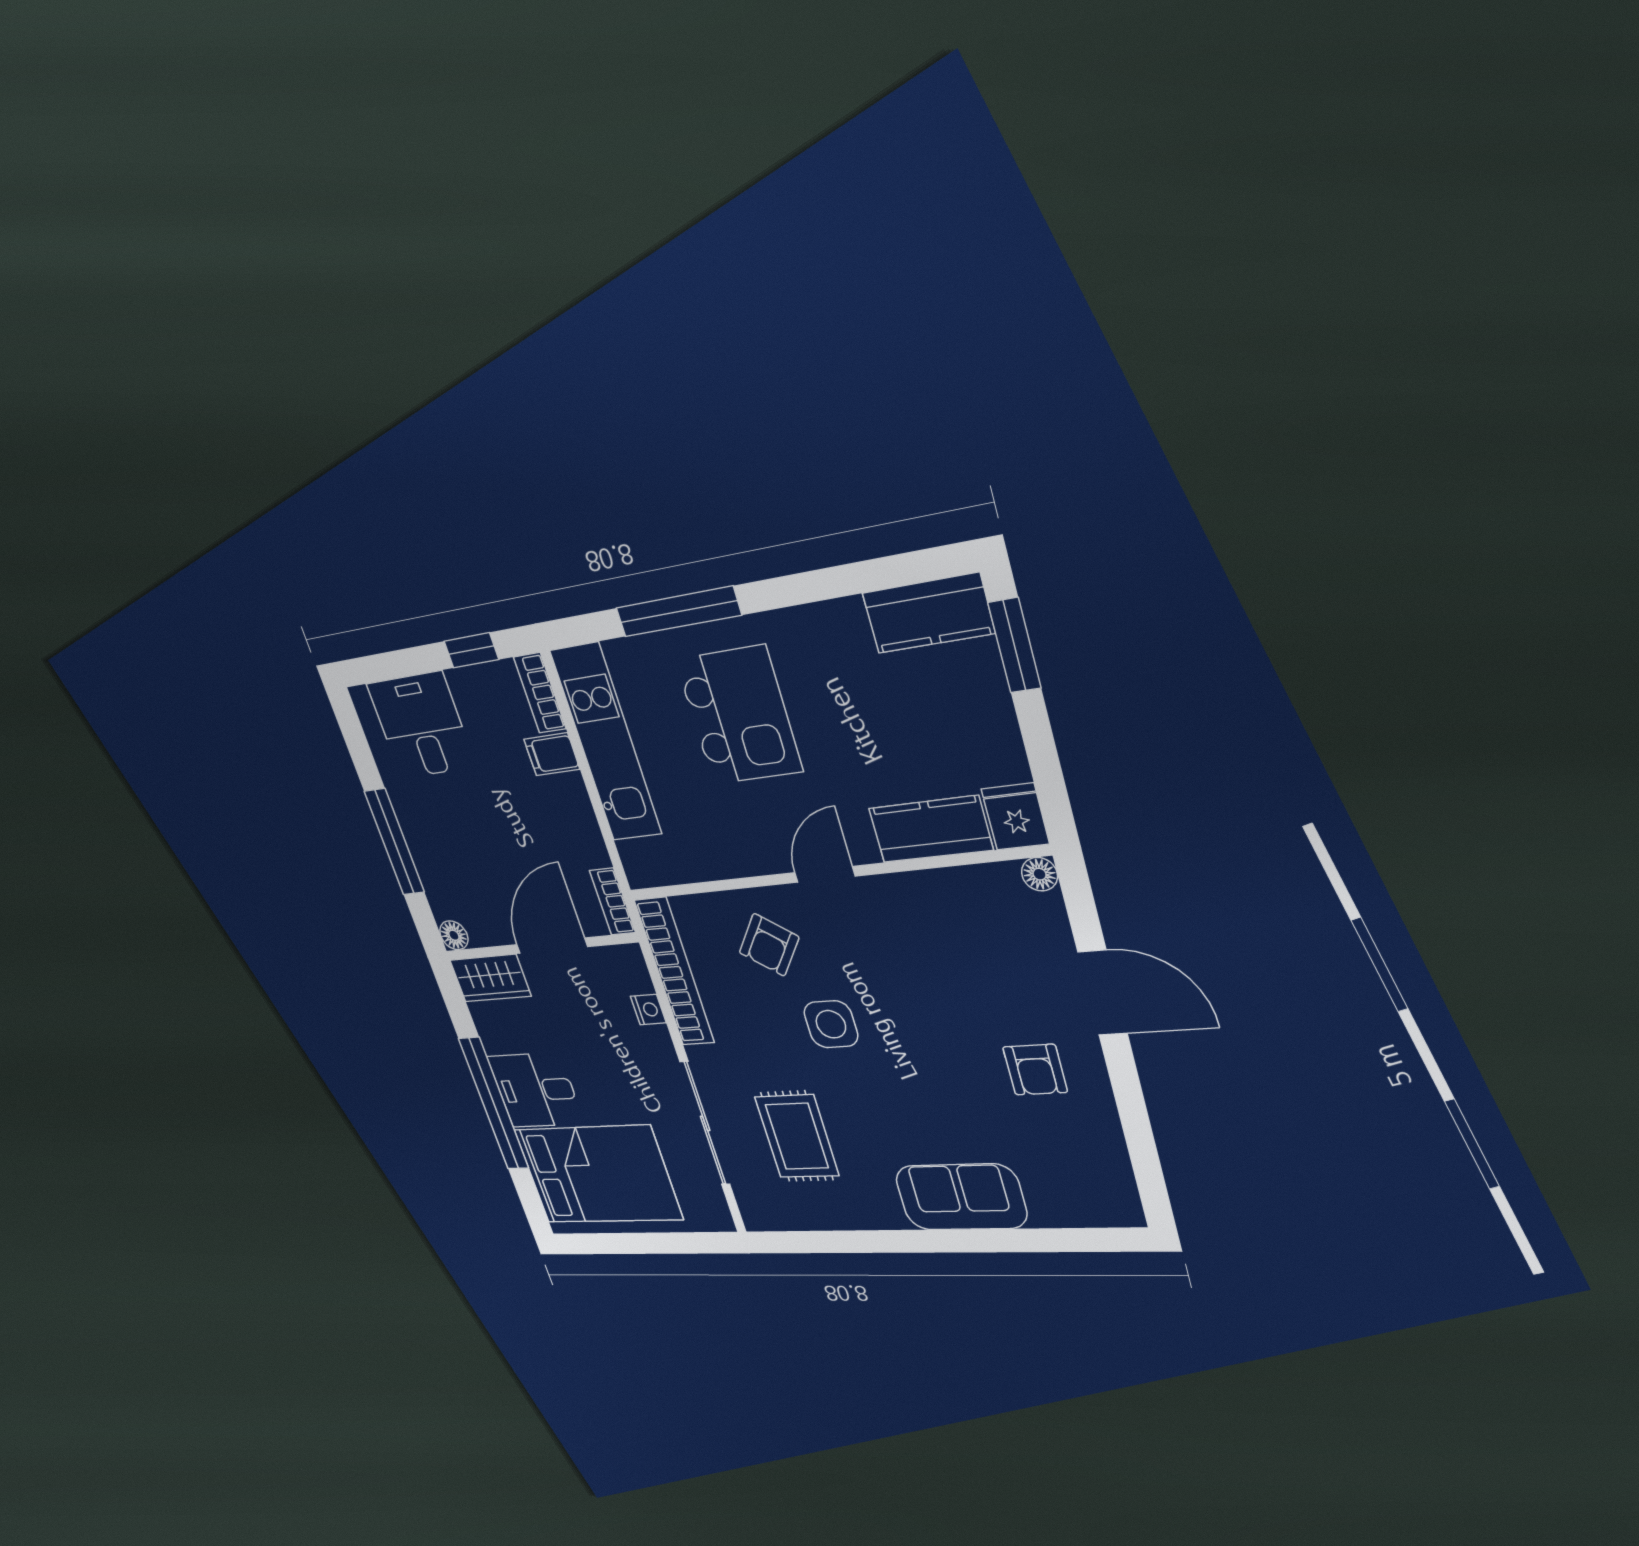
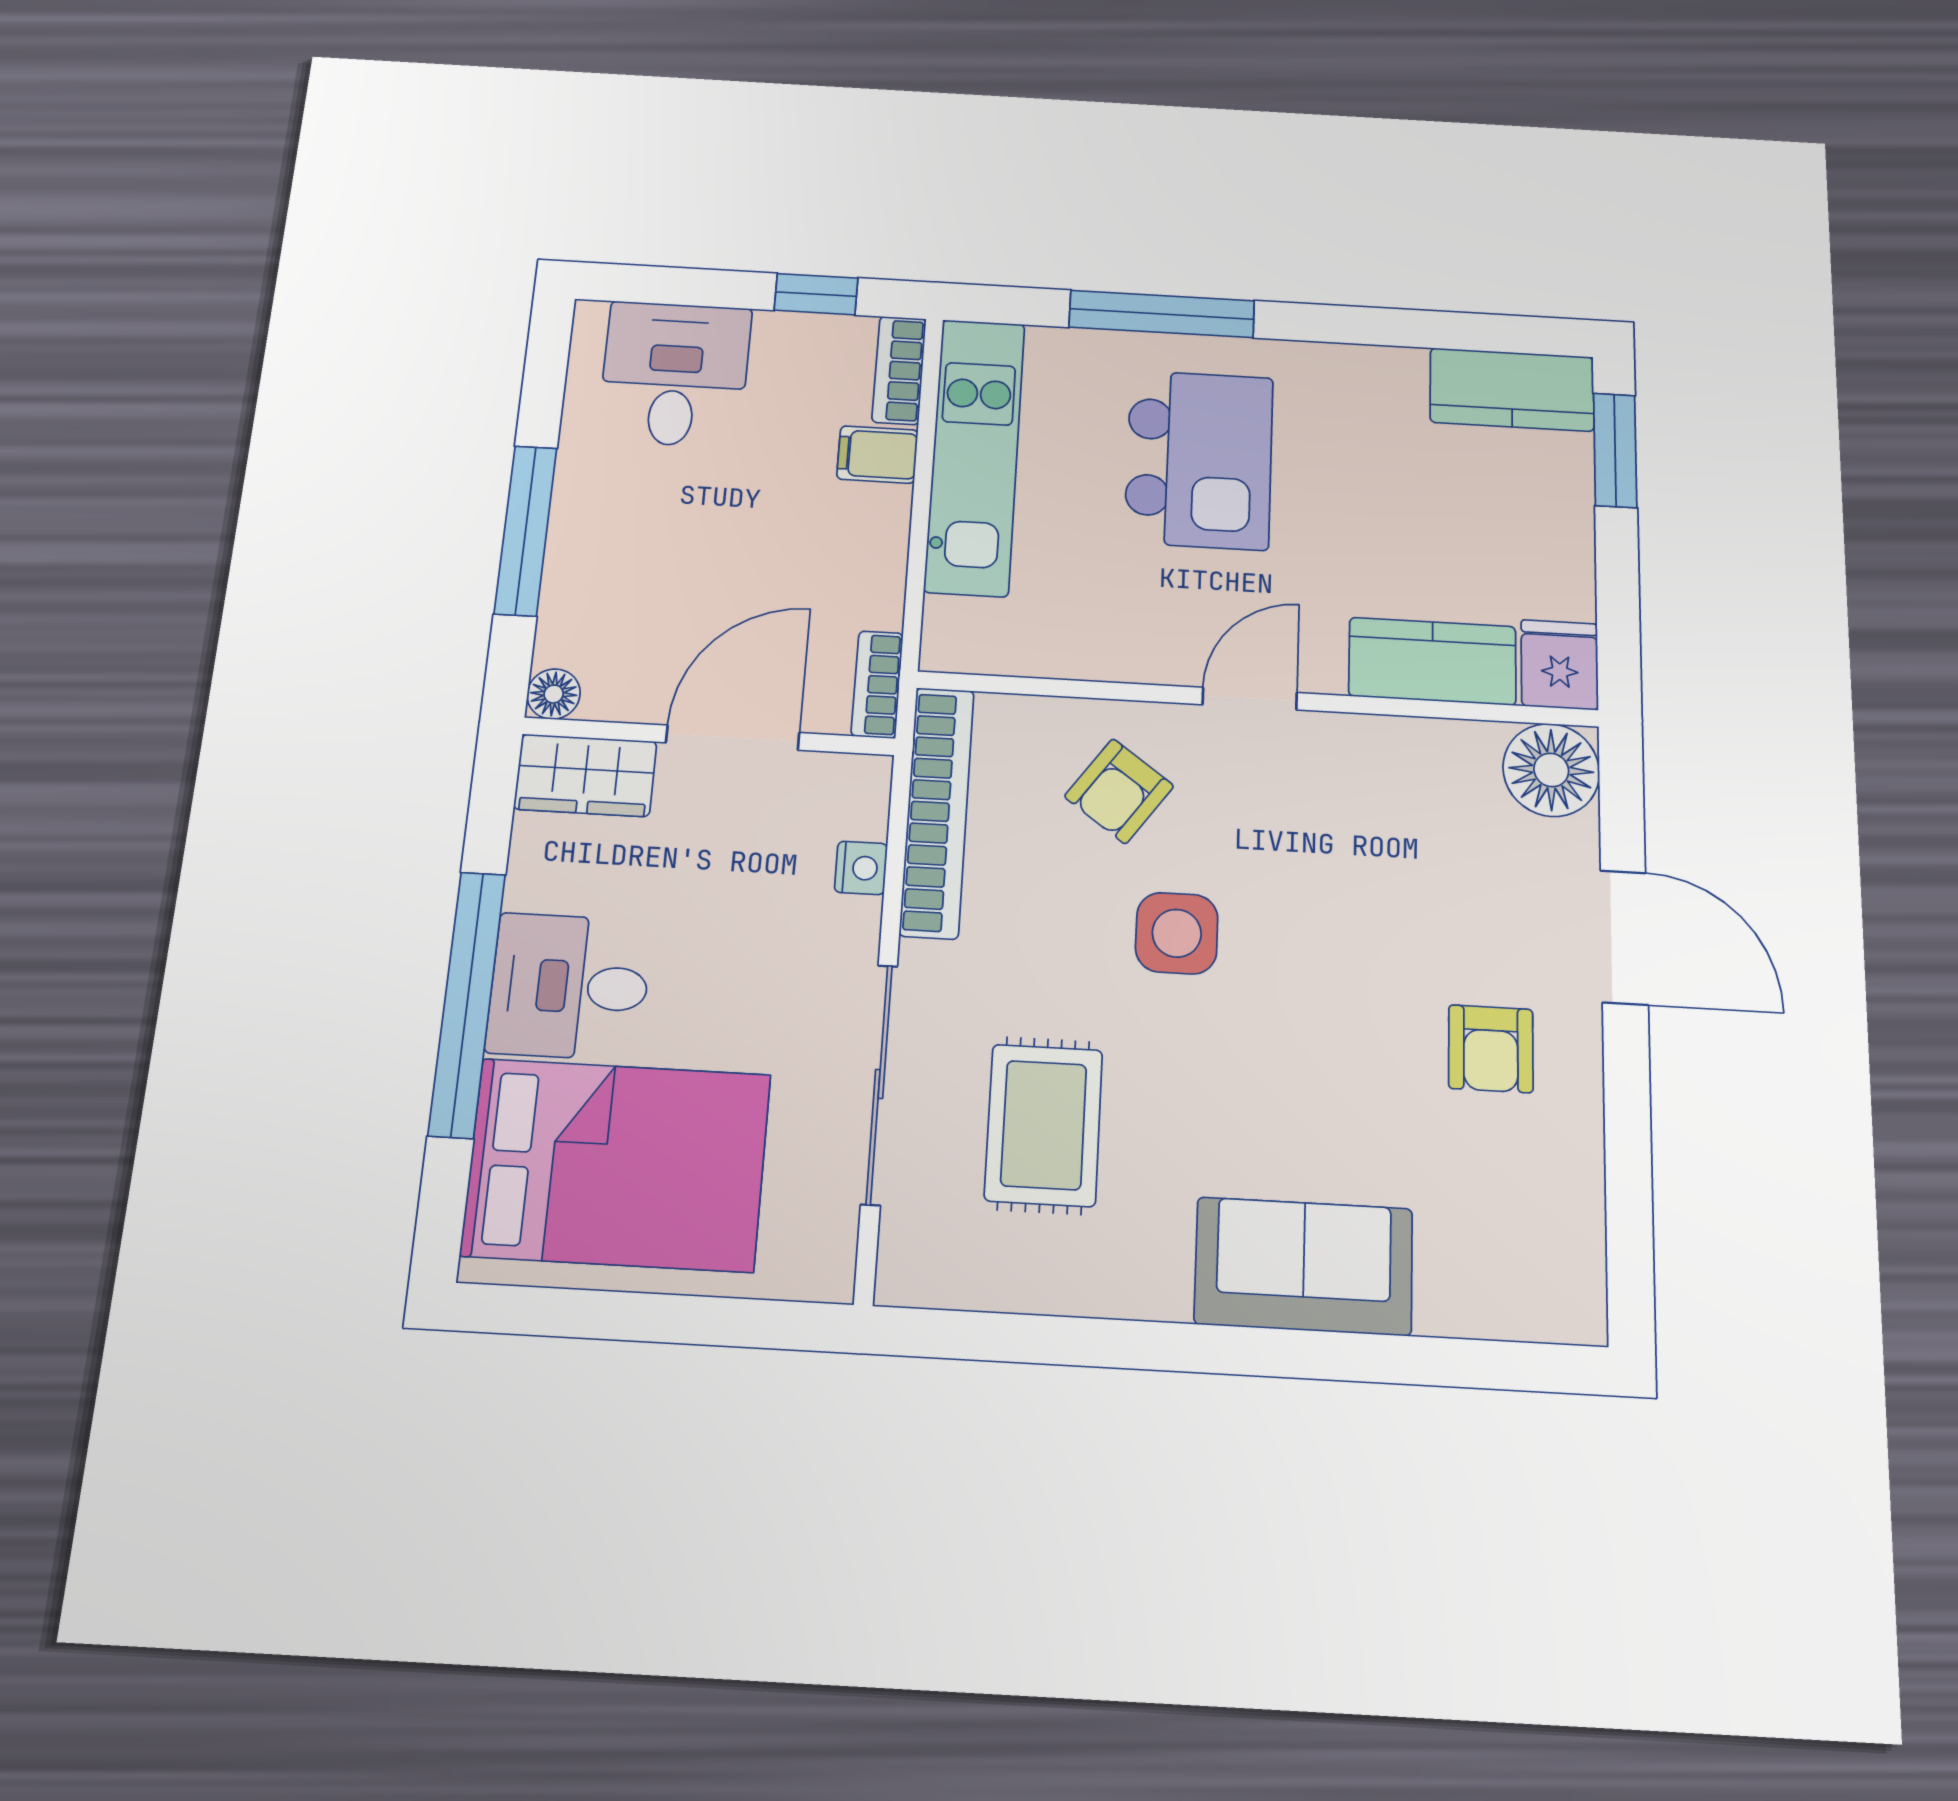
floor lamp: (1040, 874) -> (1551, 770), width x1.89, depth x1.89

